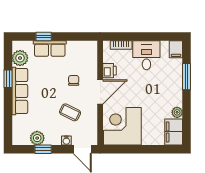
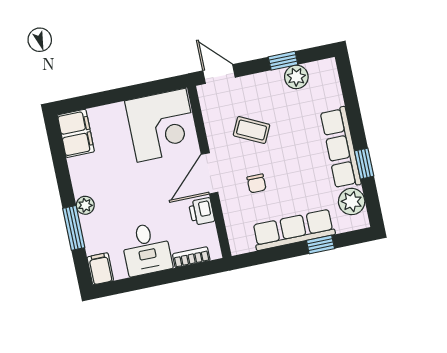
row of seats: (50, 49) -> (294, 230), width x1.48
plant: (177, 112) -> (85, 205), moved
water cooler: (66, 140) -> (248, 83), removed

